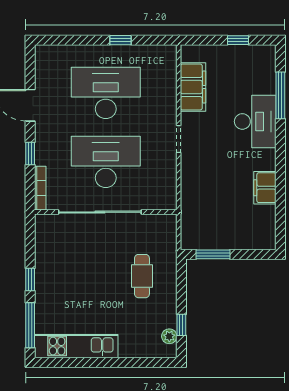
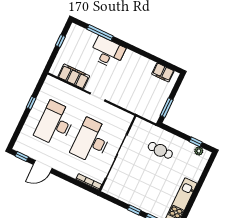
window: (30, 154) -> (22, 157), moved
filing cabinet: (265, 188) -> (163, 72), moved

